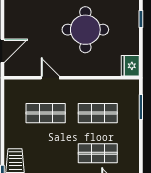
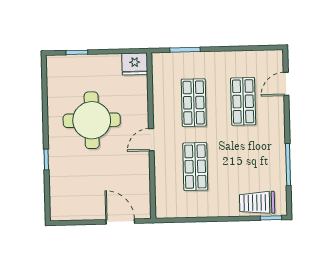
door: (50, 78) -> (151, 140), moved

